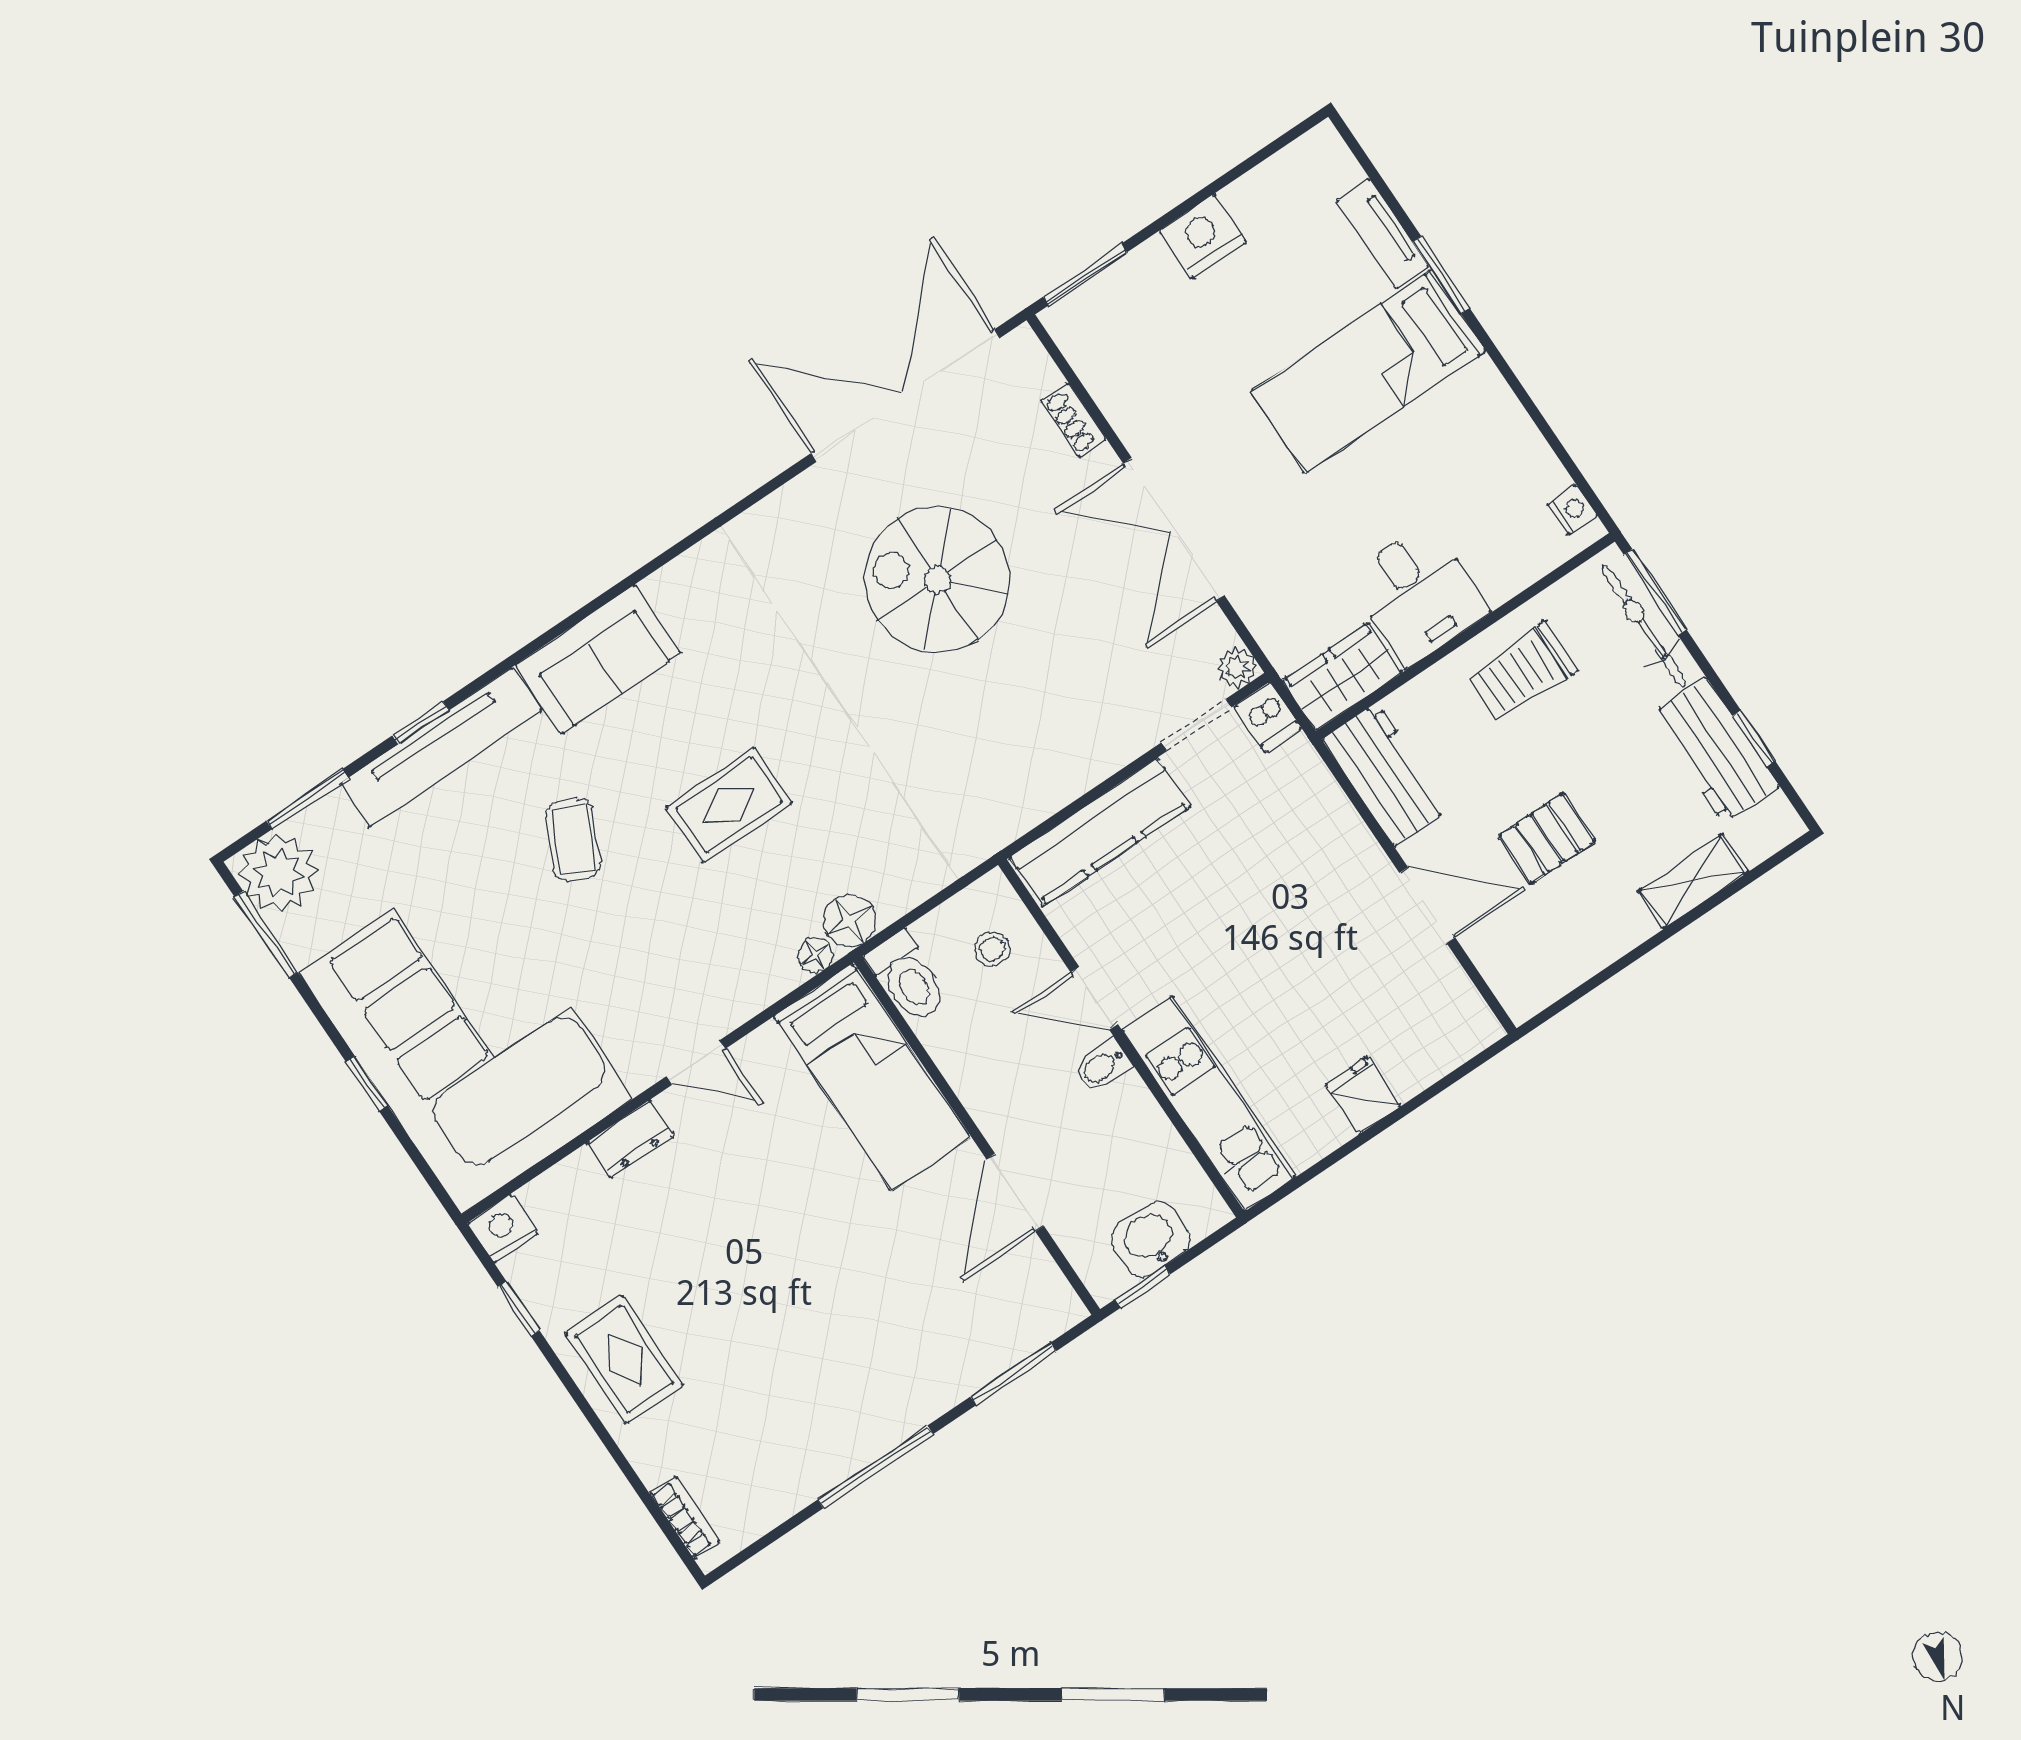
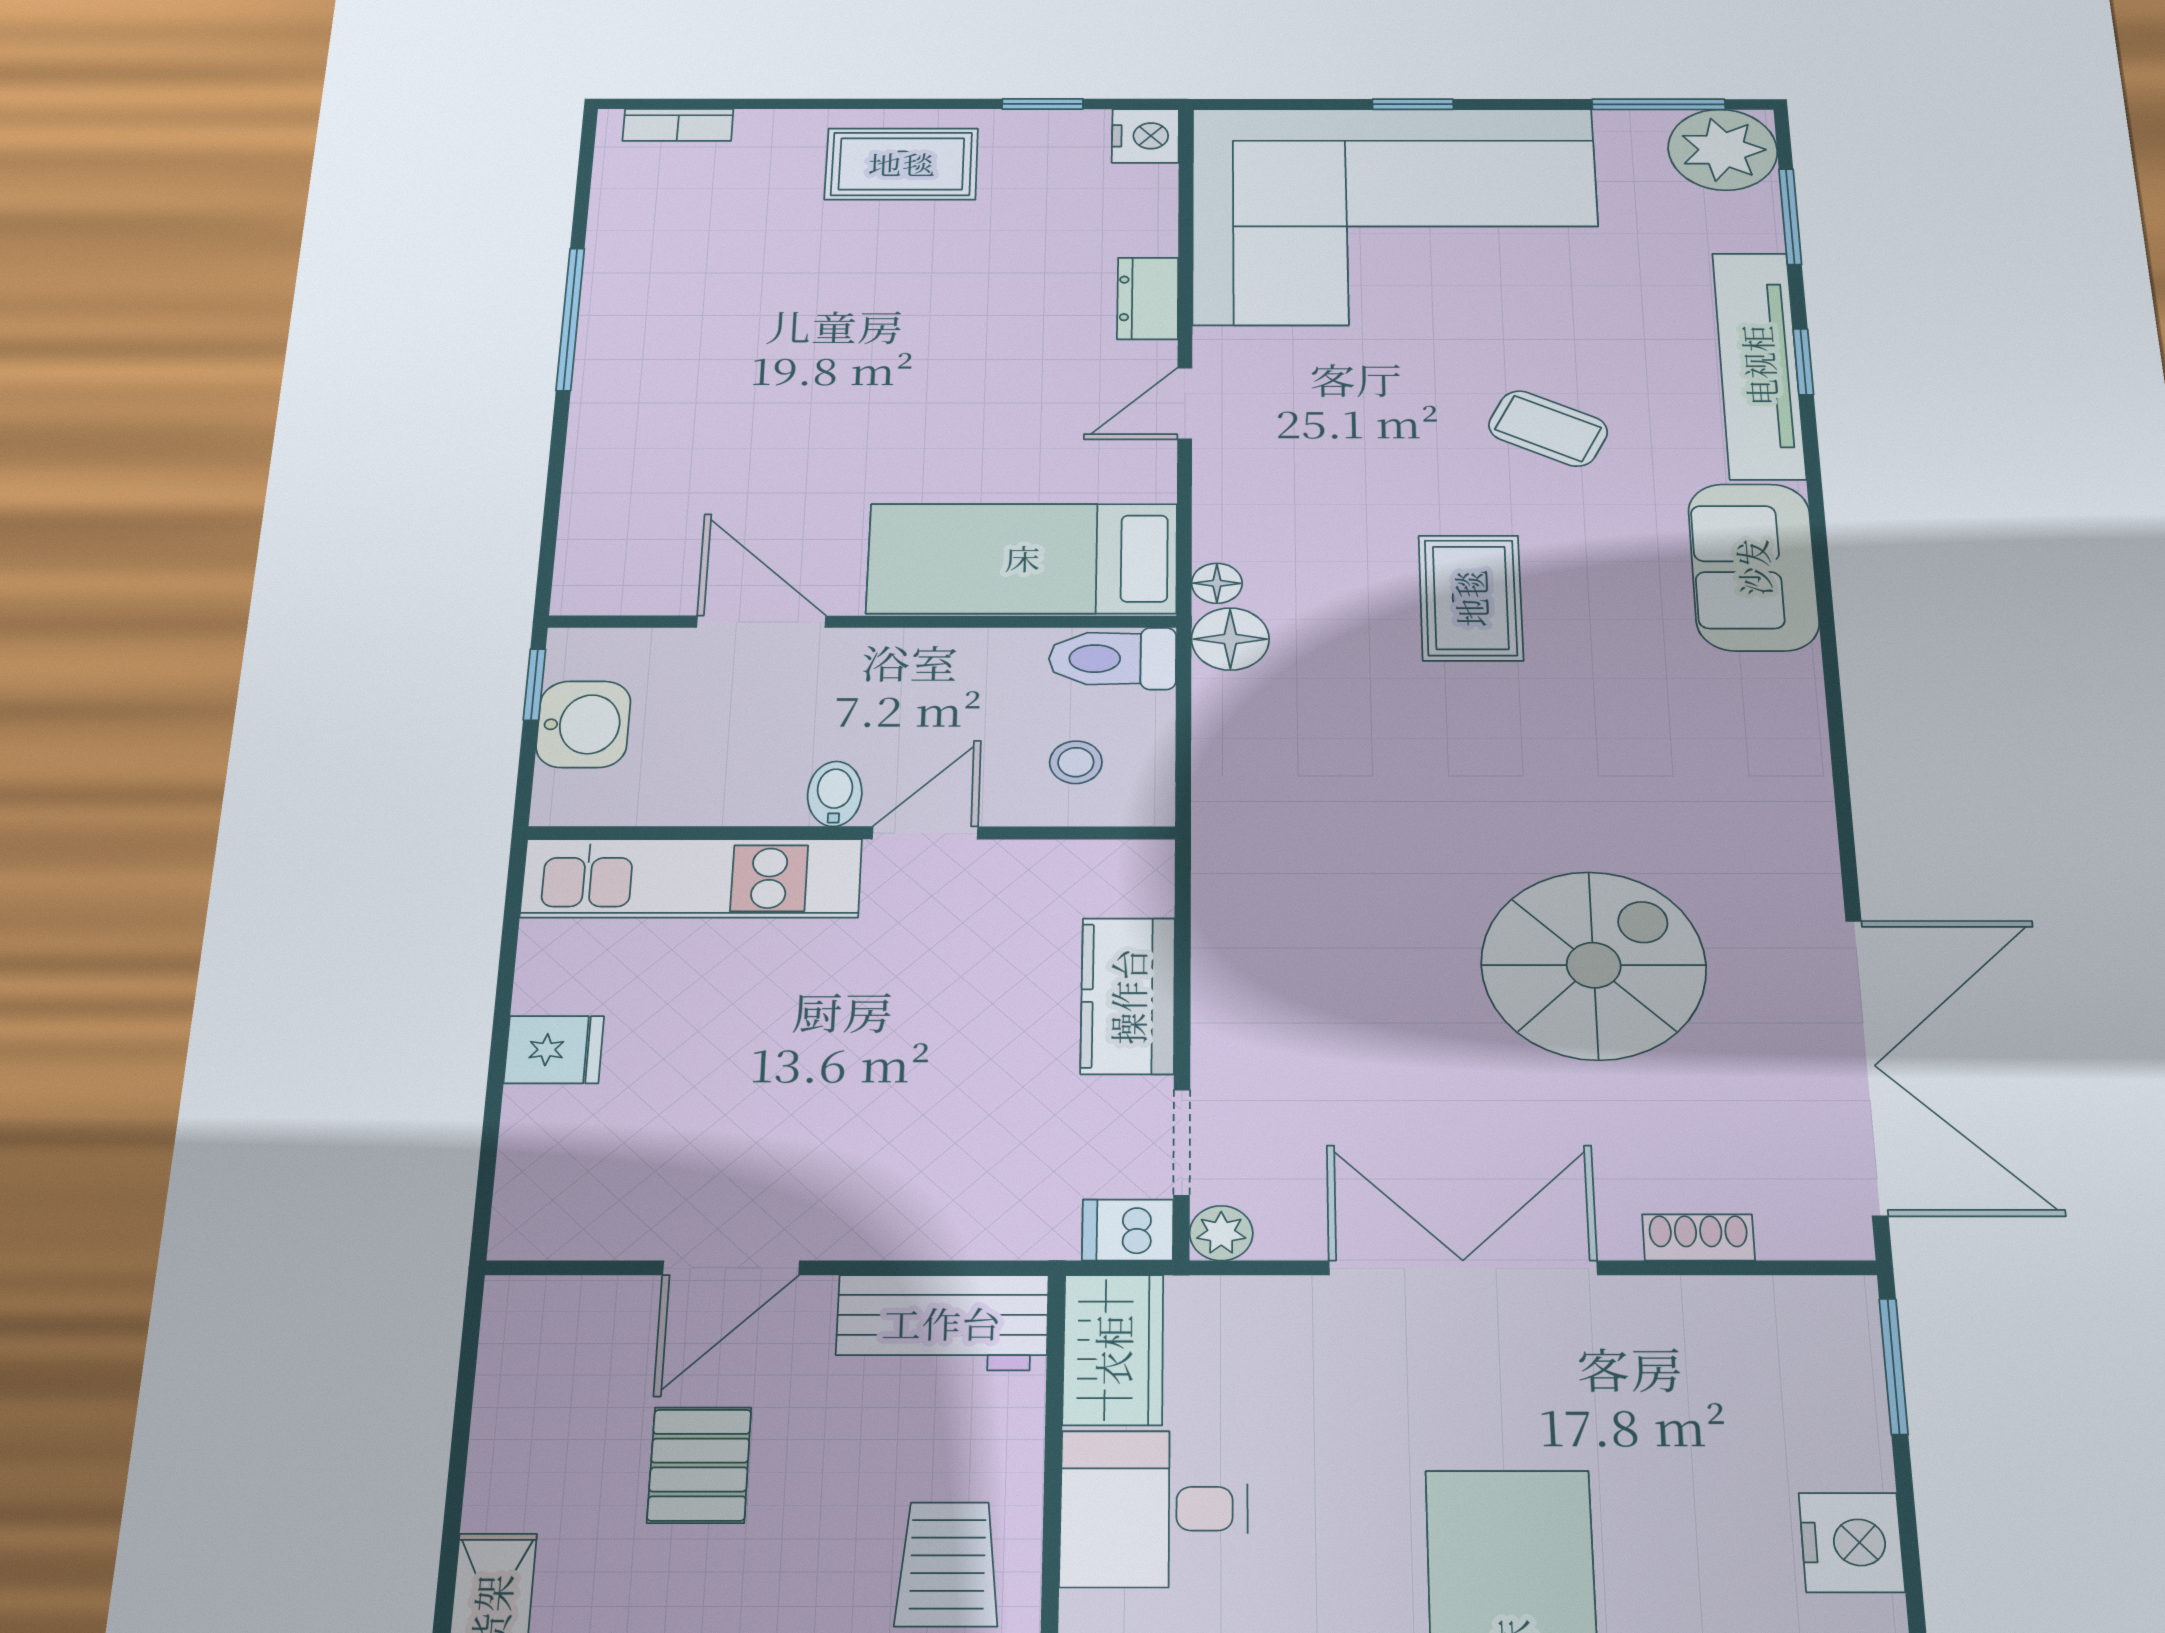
kitchen counter: (1100, 832) -> (1128, 996), width x0.67
window: (1013, 1374) -> (552, 503), removed

